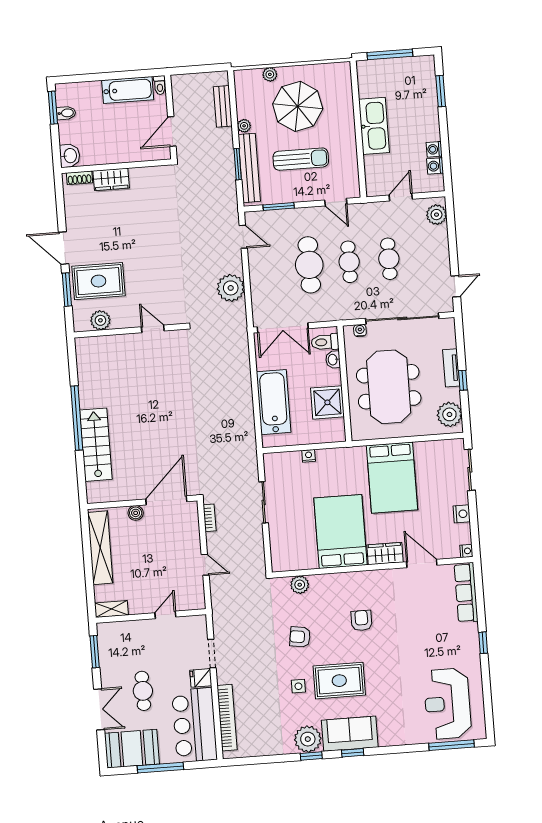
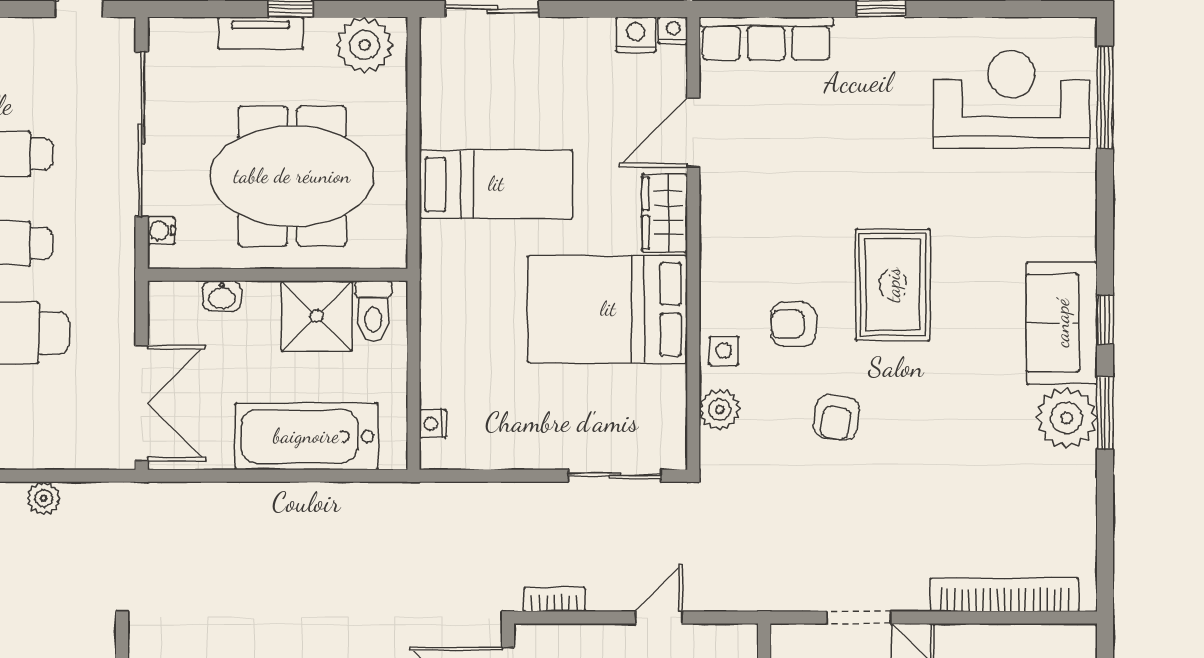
plant: (231, 288) -> (44, 498), width x0.53, depth x0.53
toilet: (325, 342) -> (373, 311), moved
nightstand: (309, 456) -> (433, 424), moved
bed: (392, 478) -> (496, 184), width x0.67
sliding door: (264, 502) -> (615, 476), moved
nightstand: (462, 514) -> (636, 35), moved
armchair: (362, 620) -> (793, 324), moved
rug: (339, 681) -> (893, 285), moved
side table: (298, 686) -> (724, 351), moved
reception desk: (447, 704) -> (1011, 99), turned 180
window: (311, 756) -> (1105, 413), width x1.50

